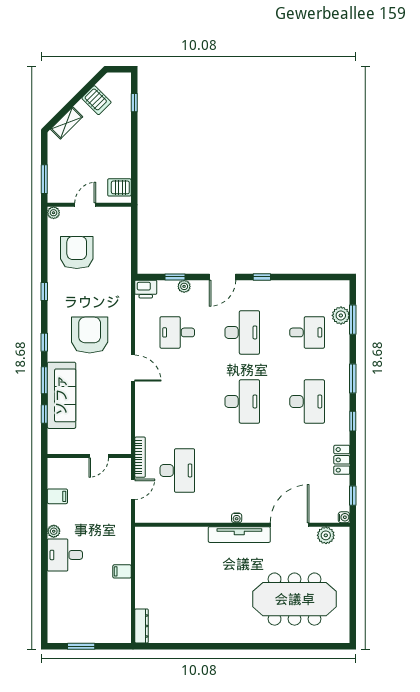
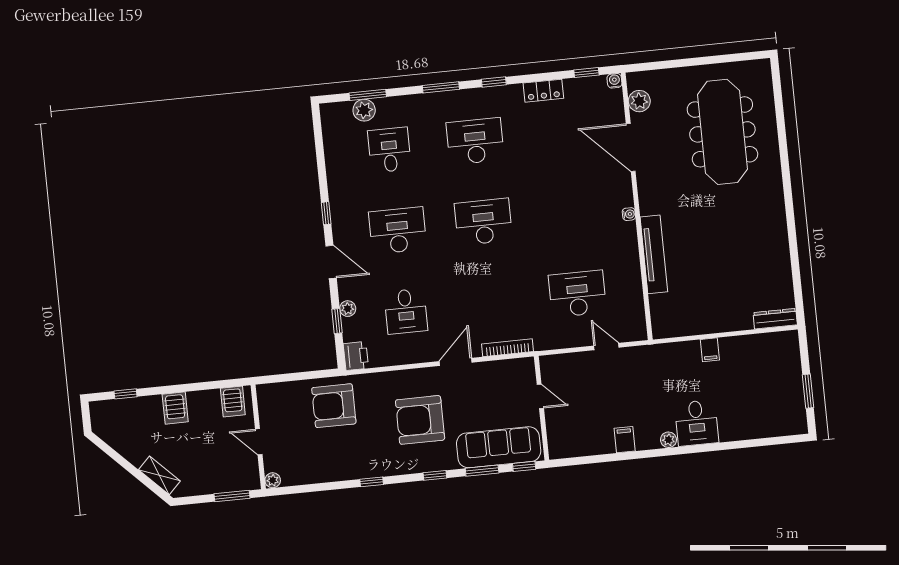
server rack: (96, 100) -> (175, 408), moved, turned 135
armchair: (77, 252) -> (334, 406), moved
wall: (89, 456) -> (542, 408), moved
door: (99, 456) -> (540, 396), moved
bookcase: (140, 457) -> (508, 348), moved
tv unit: (239, 535) -> (654, 254), moved

